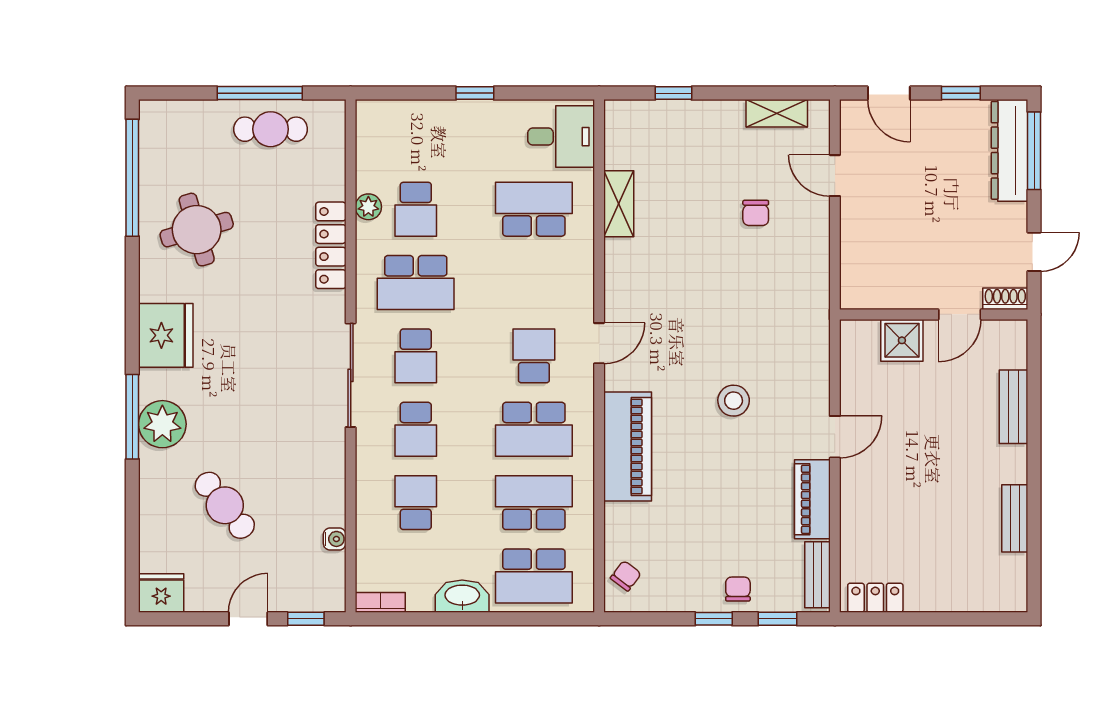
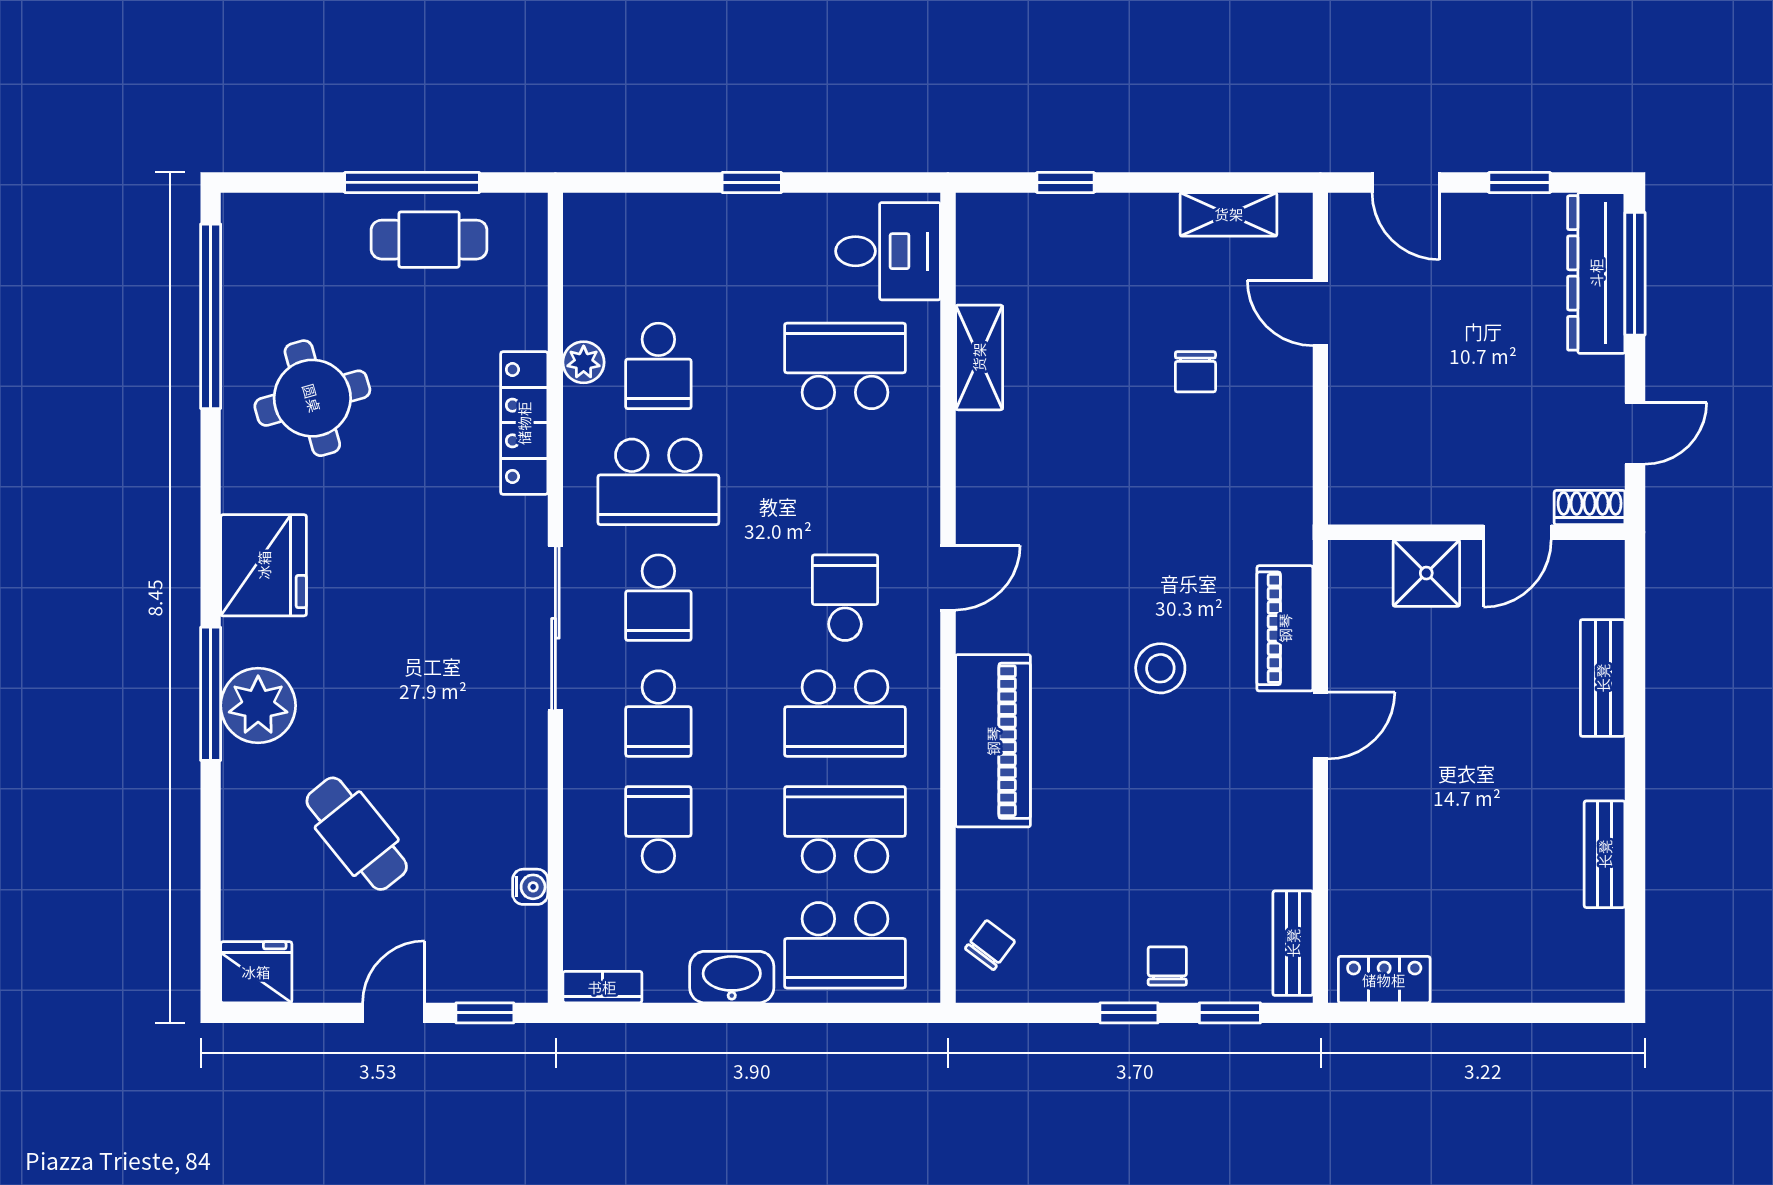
piano: (812, 499) -> (1285, 628), moved

